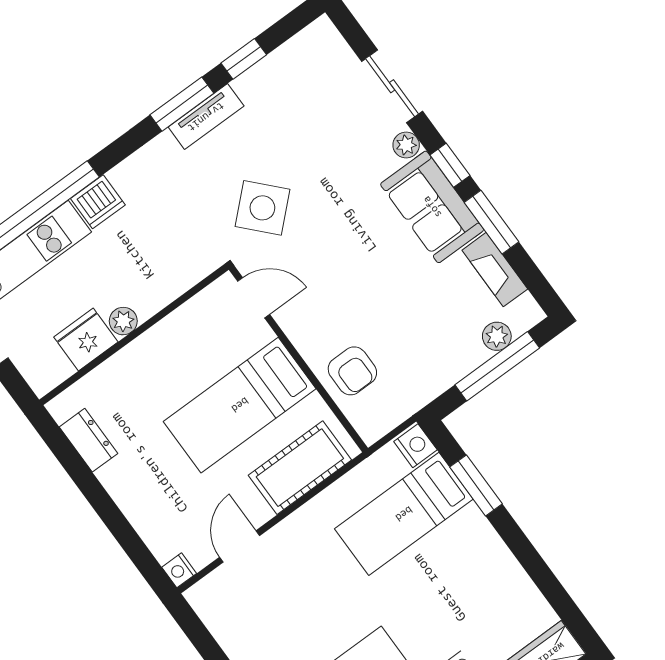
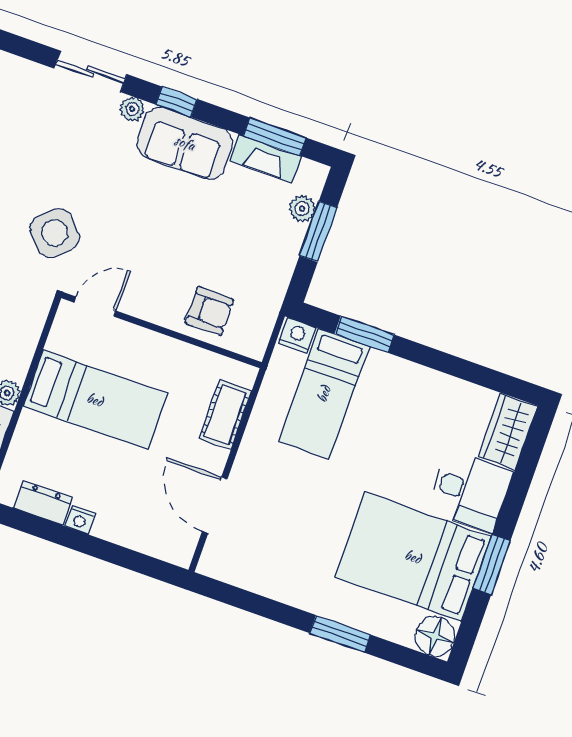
window: (492, 222) -> (275, 137), moved
window: (497, 366) -> (318, 232), width x0.69
bed: (240, 405) -> (95, 400), moved, turned -90
cot: (300, 468) -> (225, 415), width x0.73, depth x0.75
door: (240, 546) -> (215, 505), width x1.38
nightstand: (179, 570) -> (80, 520), moved

